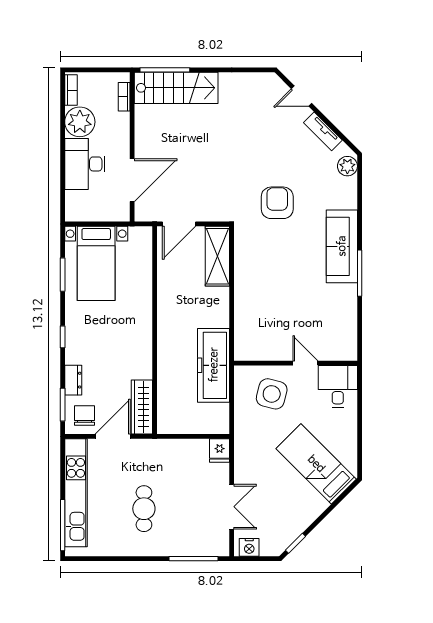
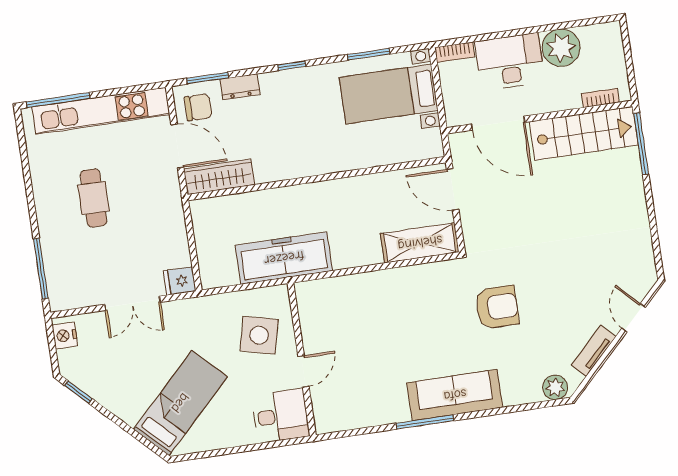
stairs: (176, 88) -> (584, 133), moved, turned -90
bookcase: (71, 90) -> (455, 52), moved
double door: (232, 507) -> (132, 303), moved
cafe table: (144, 509) -> (94, 198), turned 90

